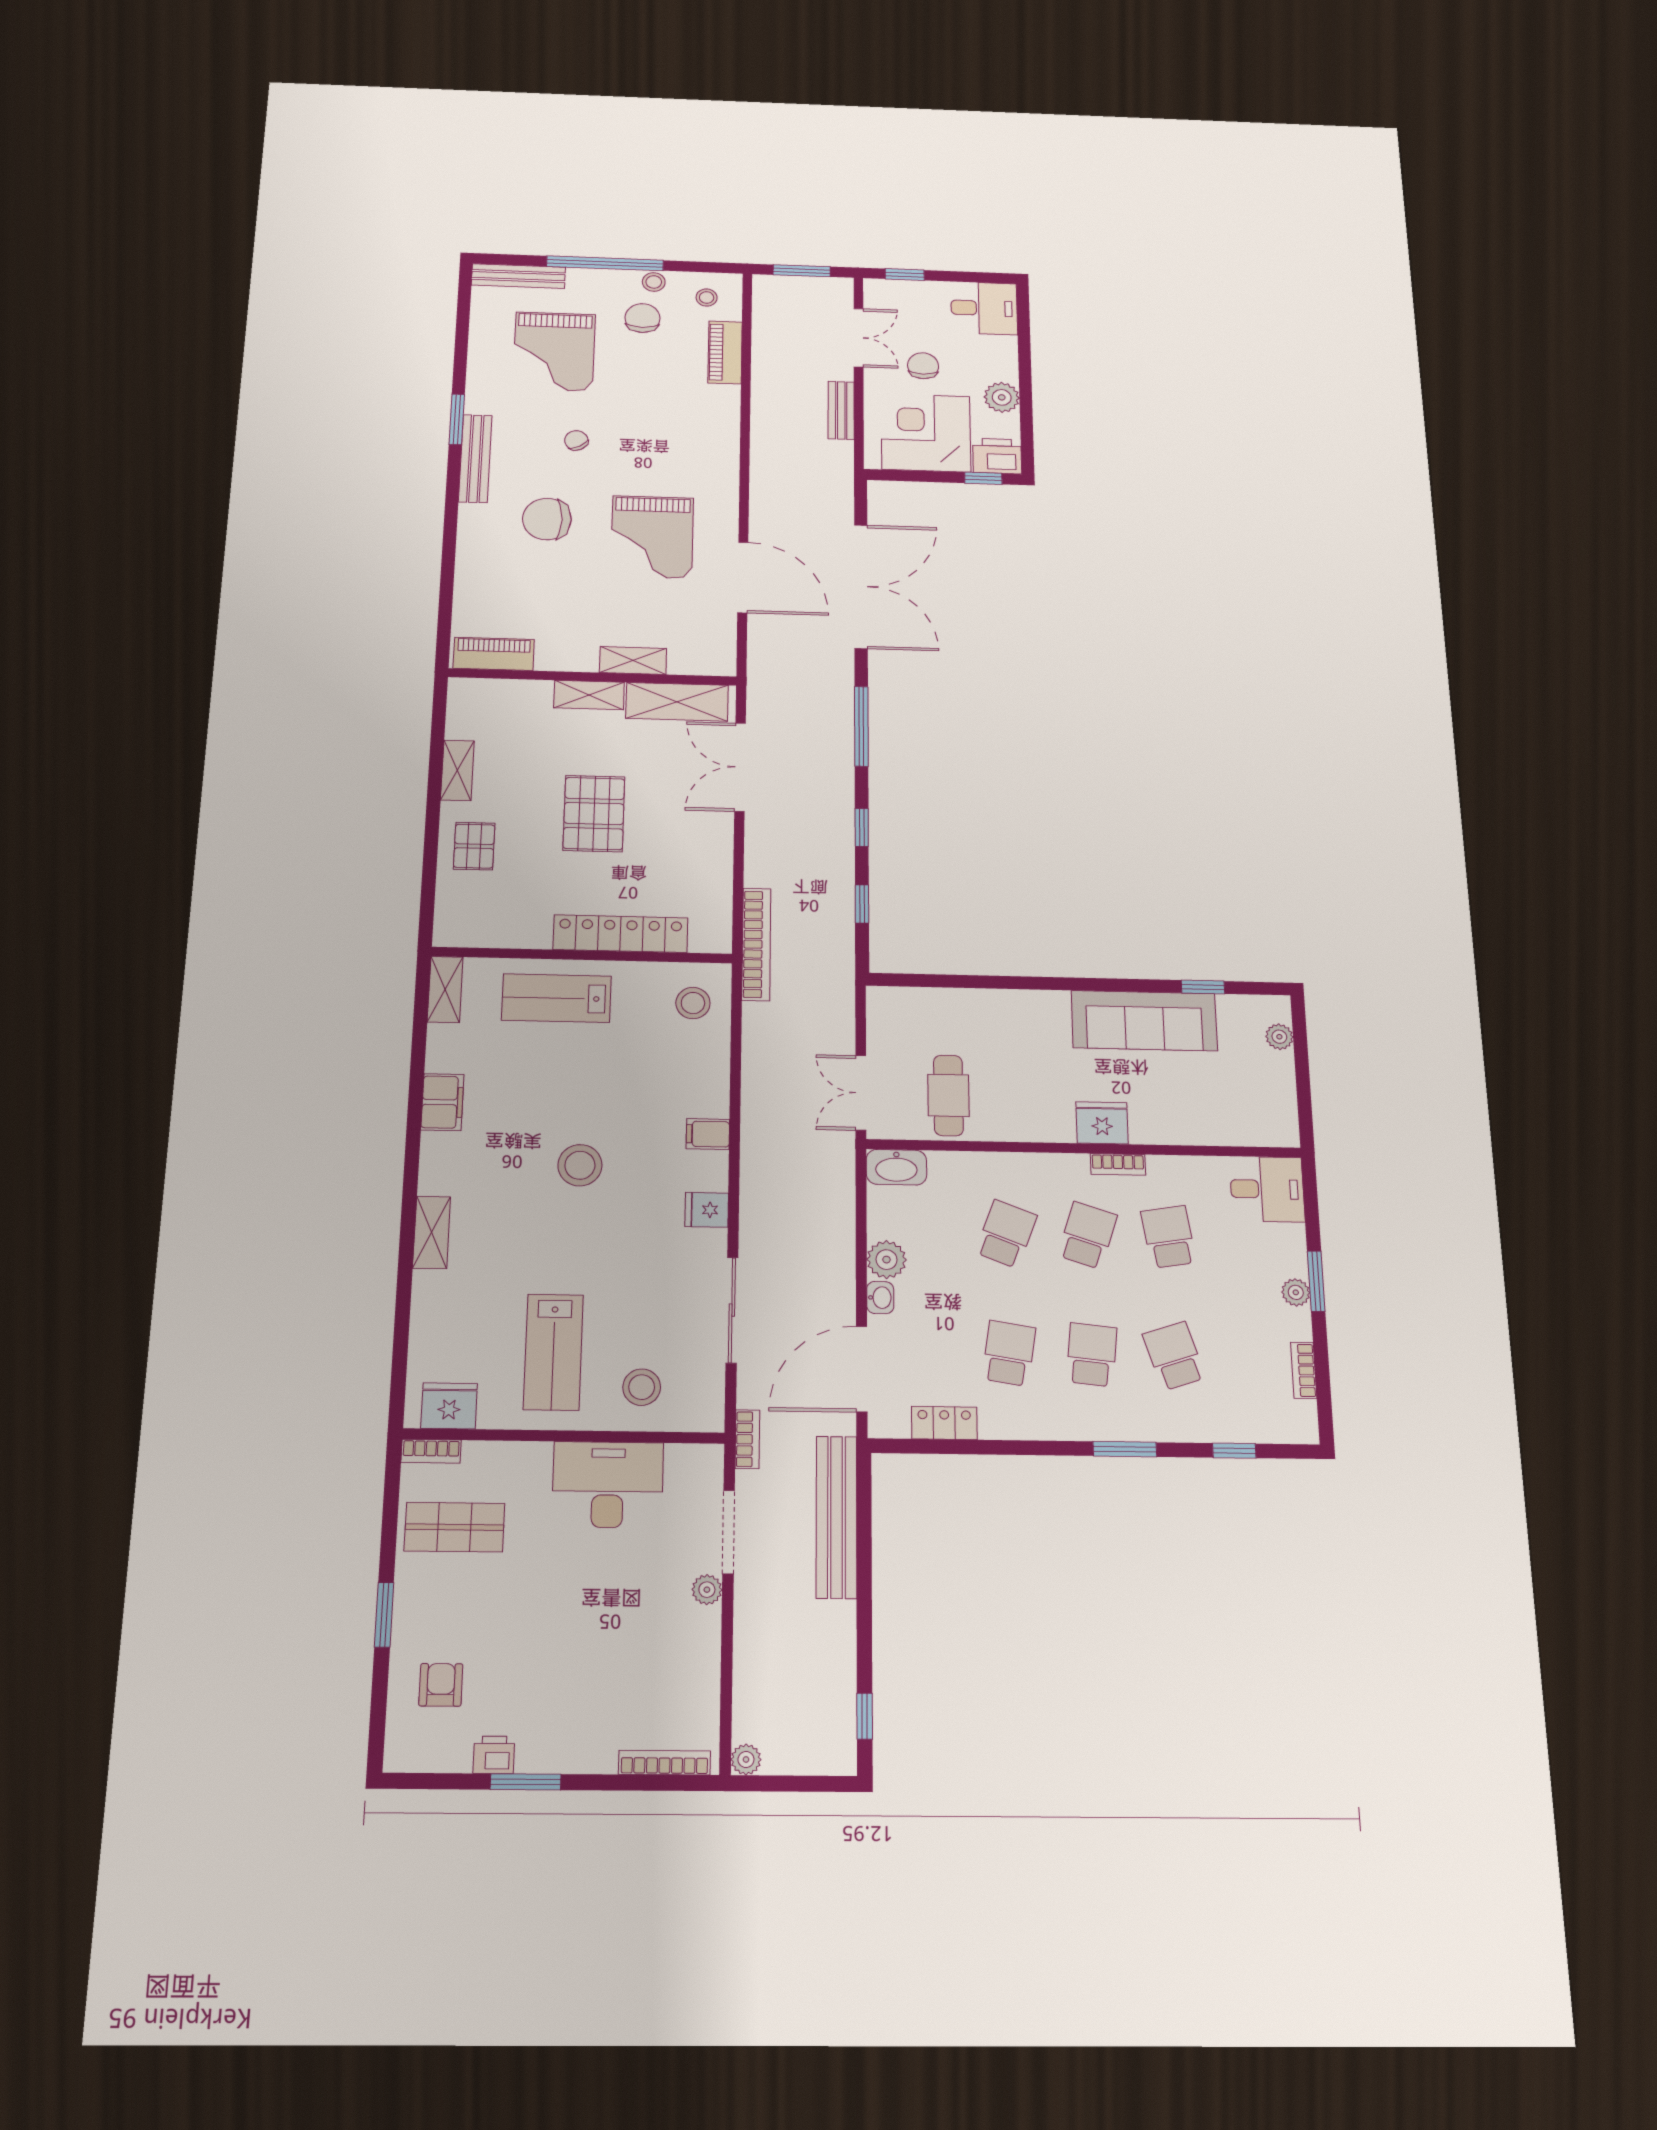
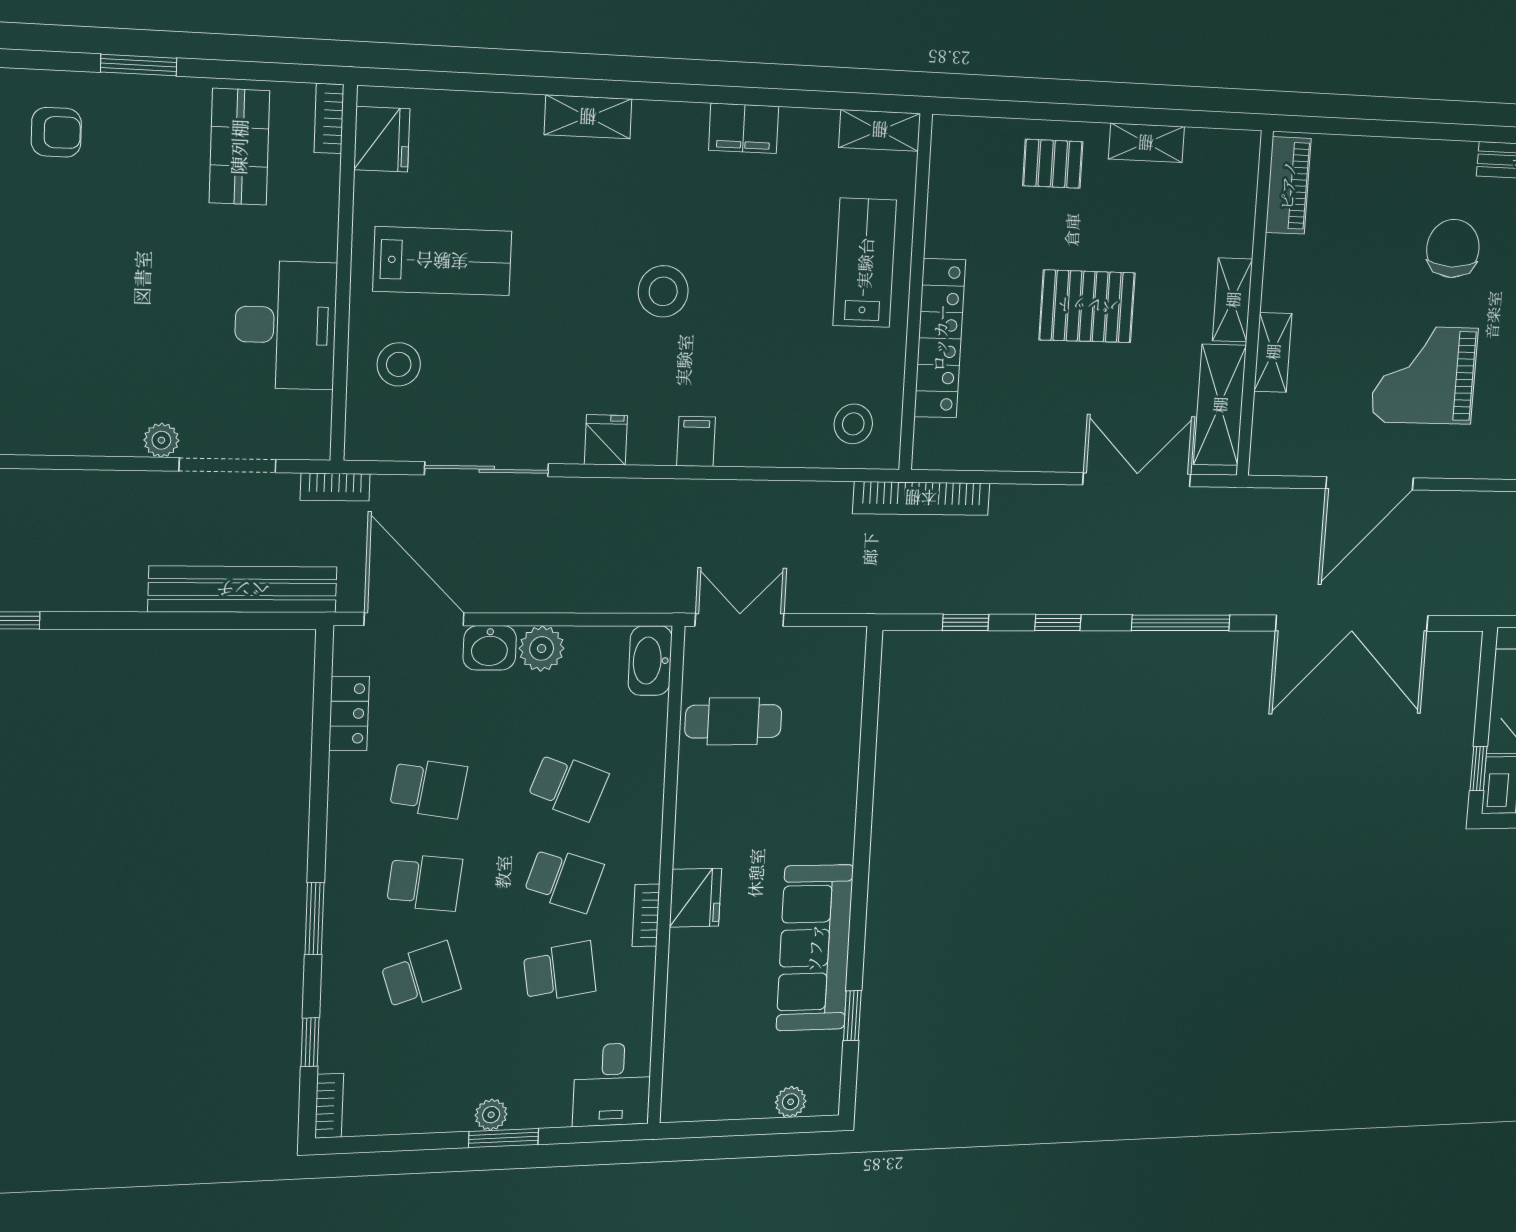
washbasin: (880, 1298) -> (490, 648), width x1.38, depth x1.45
lab bench: (553, 1352) -> (442, 261), turned 180
bookcase: (1304, 1370) -> (329, 1106), moved, turned 90

